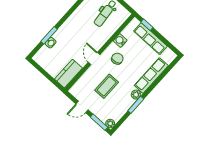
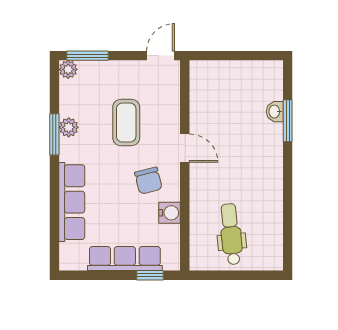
kitchen counter: (68, 74) -> (204, 89), removed
plant: (136, 95) -> (69, 127), moved
door: (82, 107) -> (160, 56), moved

